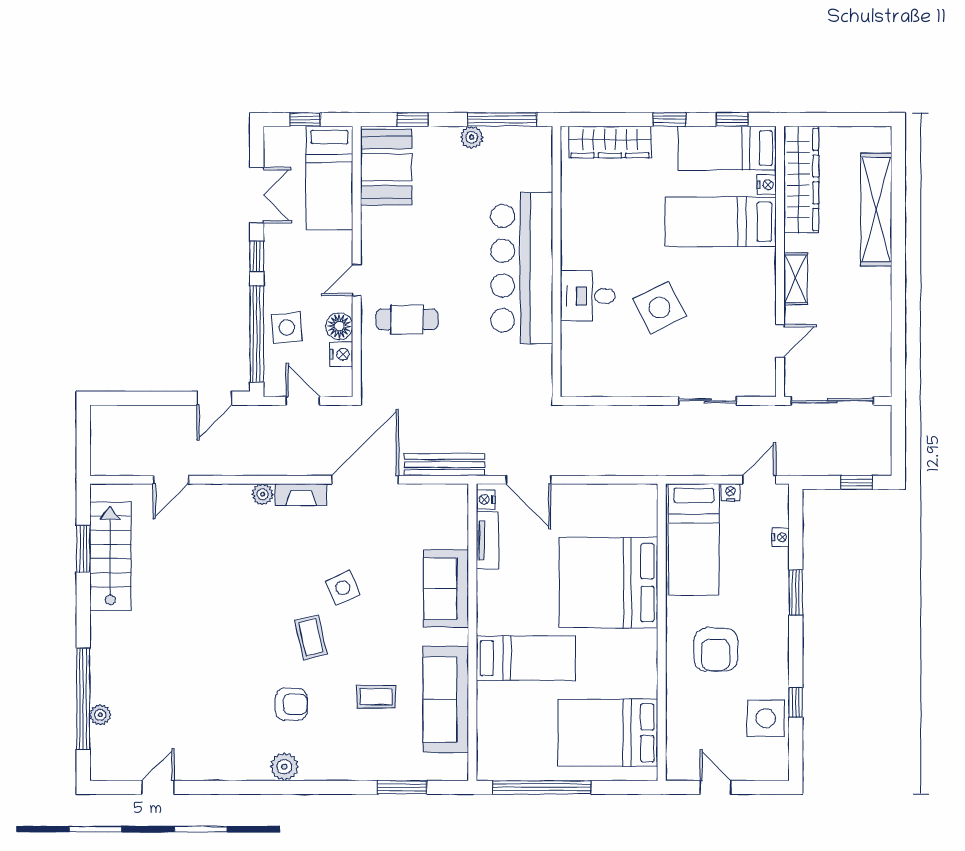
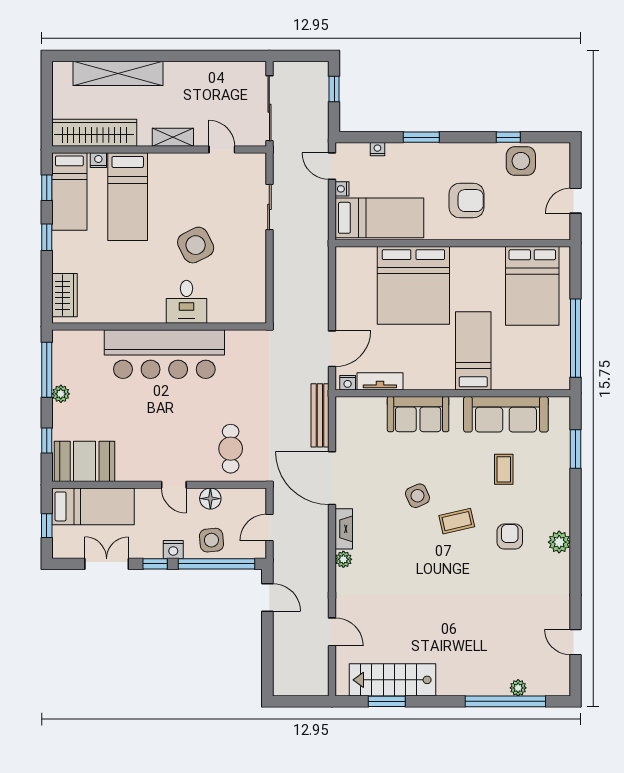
wardrobe: (610, 142) -> (65, 295), width x0.67
cafe table: (407, 319) -> (231, 449), moved
nightstand: (341, 354) -> (173, 550), moved, turned 180

